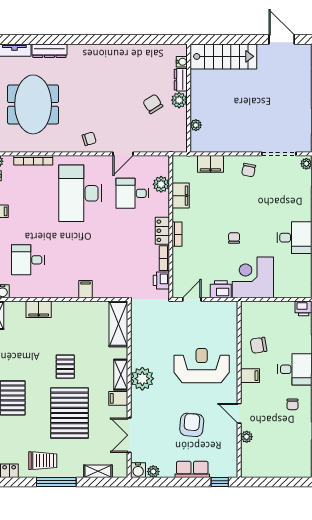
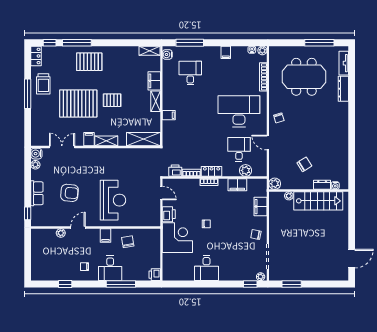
stairs: (223, 56) -> (318, 201), moved, turned -90
plant: (179, 100) -> (275, 184), moved
plant: (142, 379) -> (103, 157), removed
shelving: (98, 471) -> (156, 101), moved

